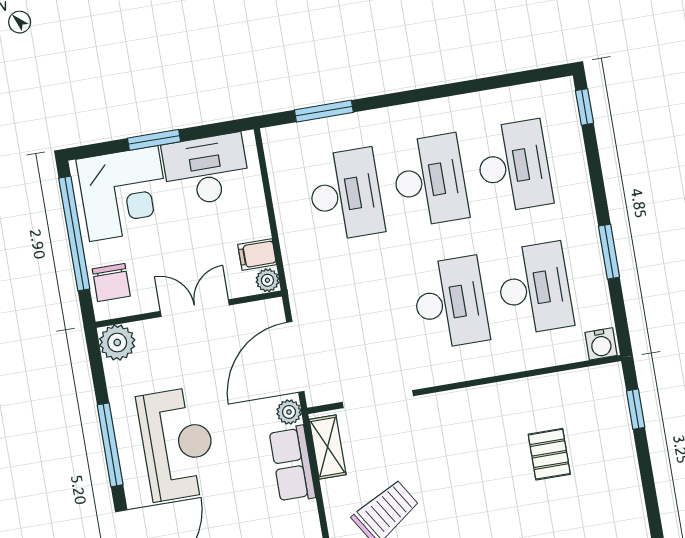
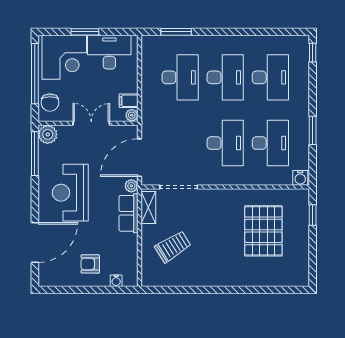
reception desk: (177, 444) -> (70, 193), turned 180
window: (110, 445) -> (35, 154), moved
pallet: (549, 454) -> (263, 231), width x2.05, depth x2.00

